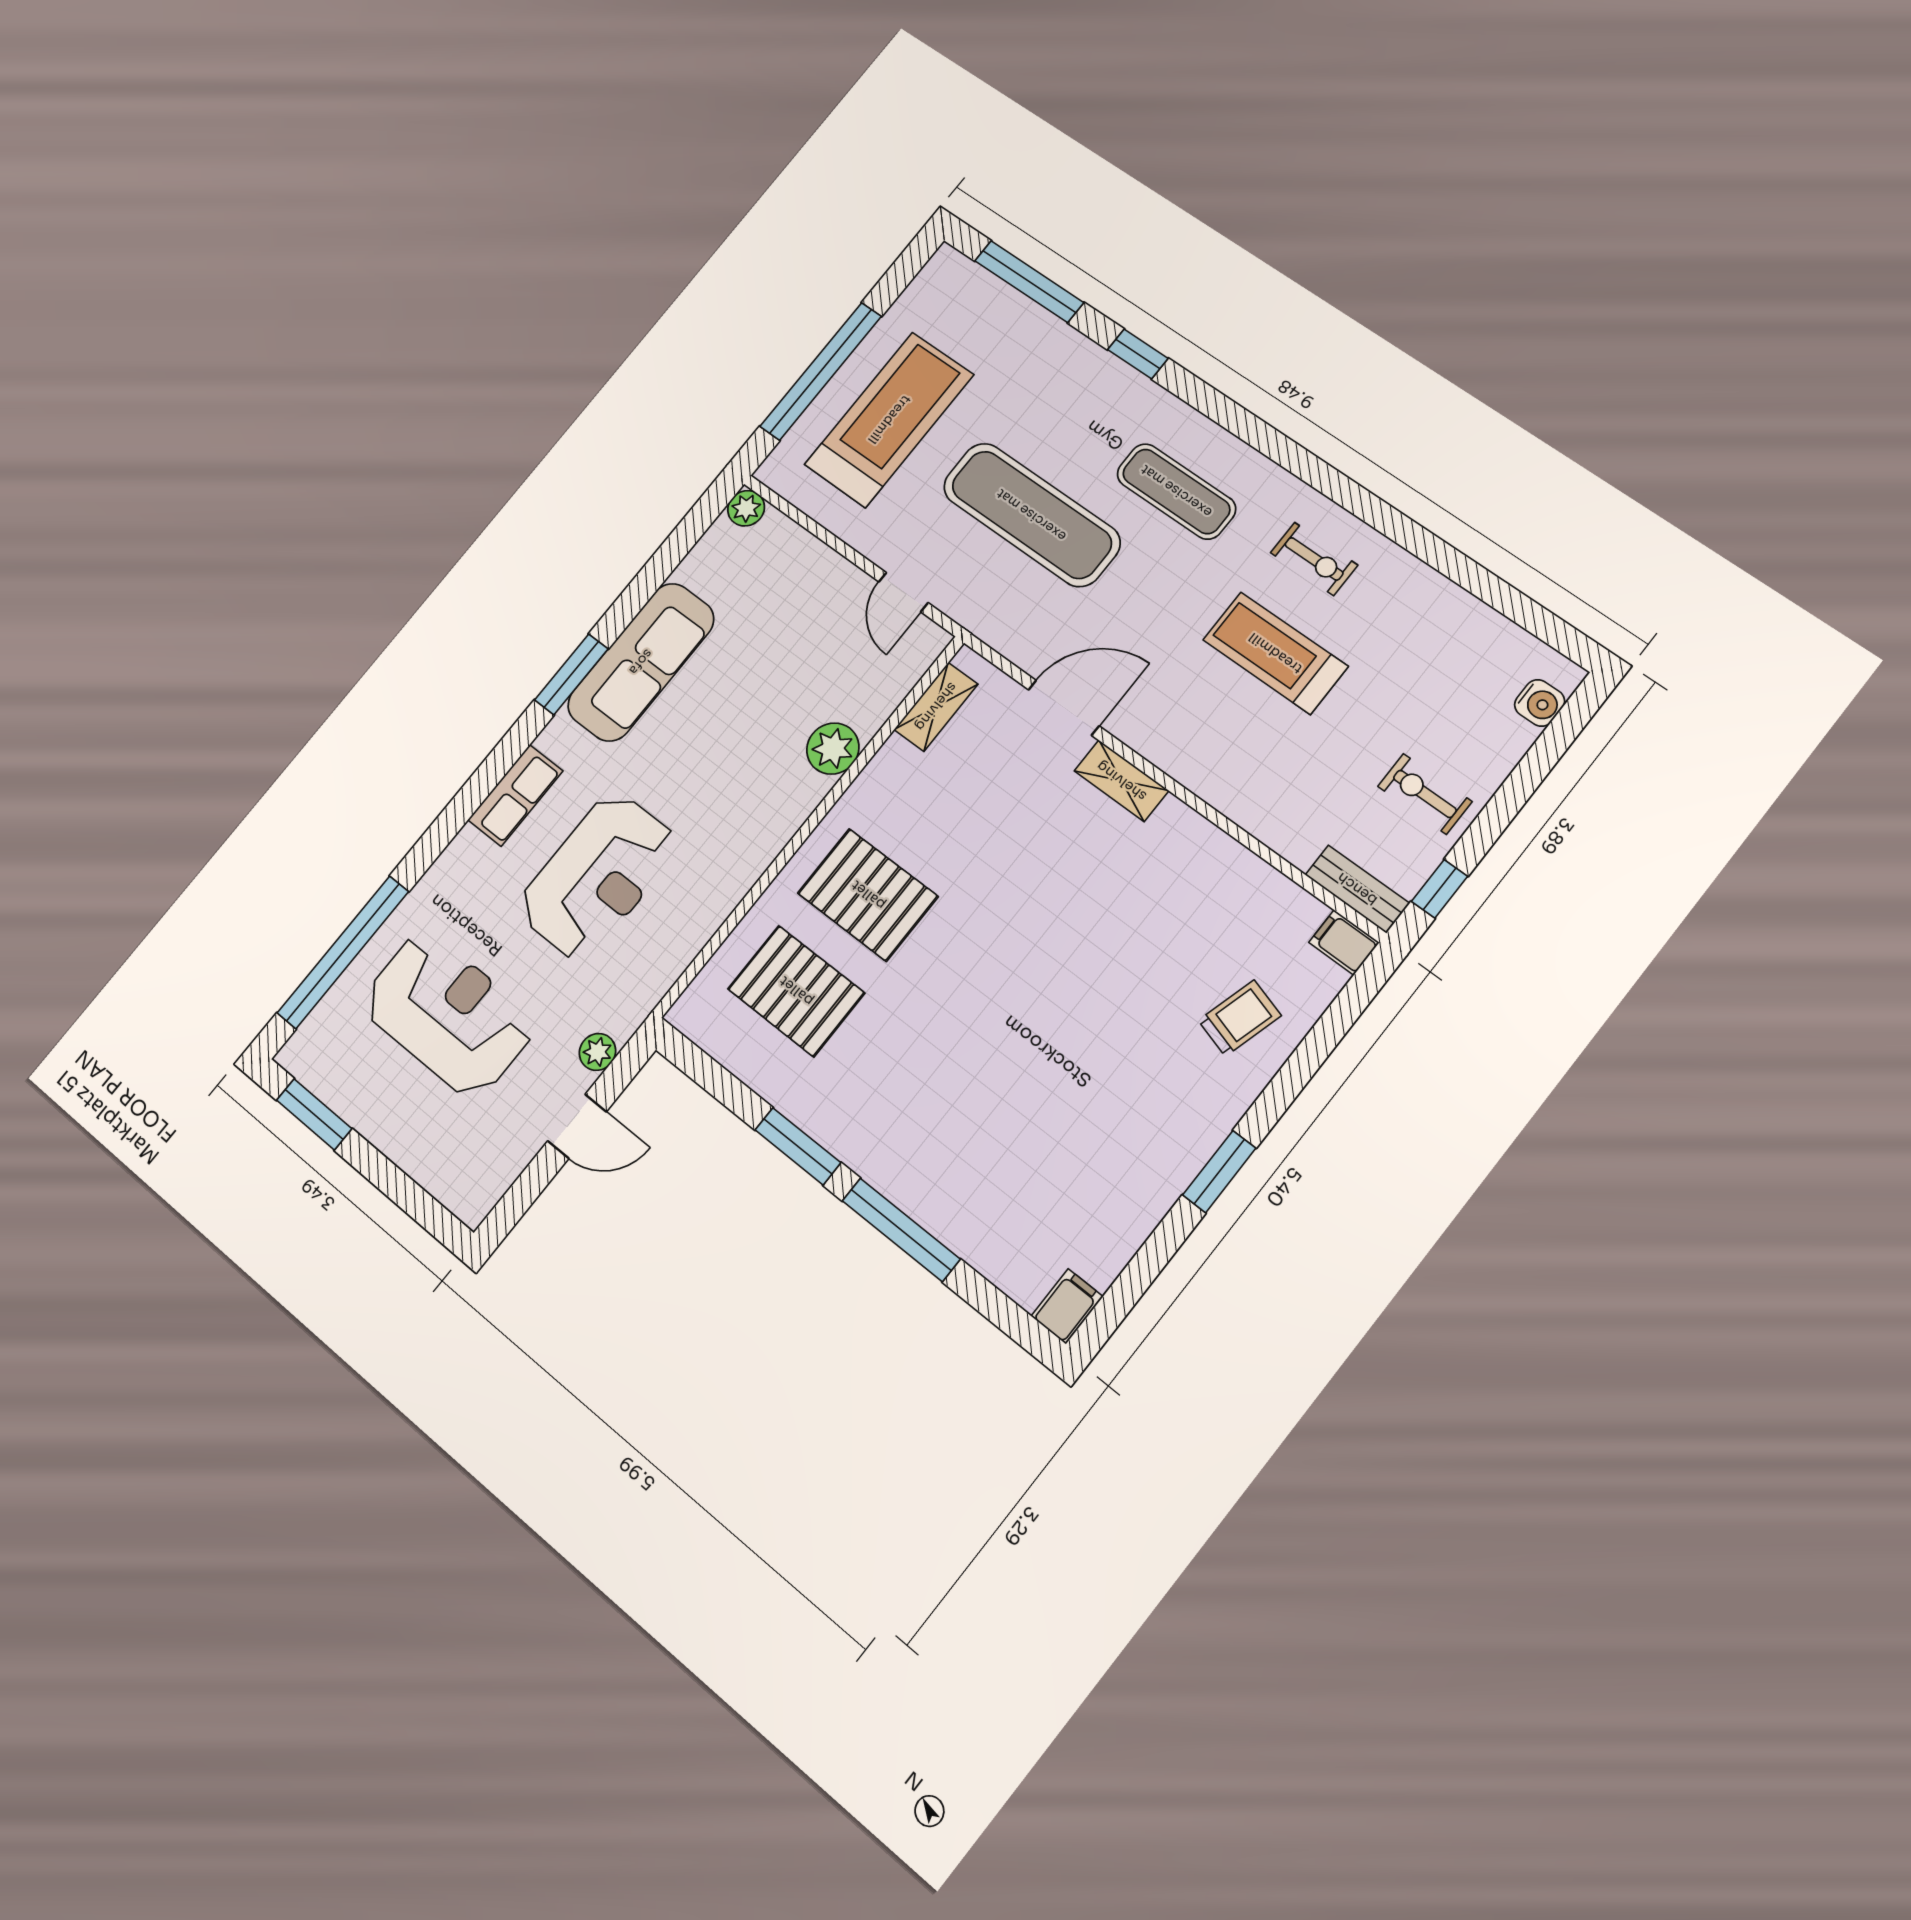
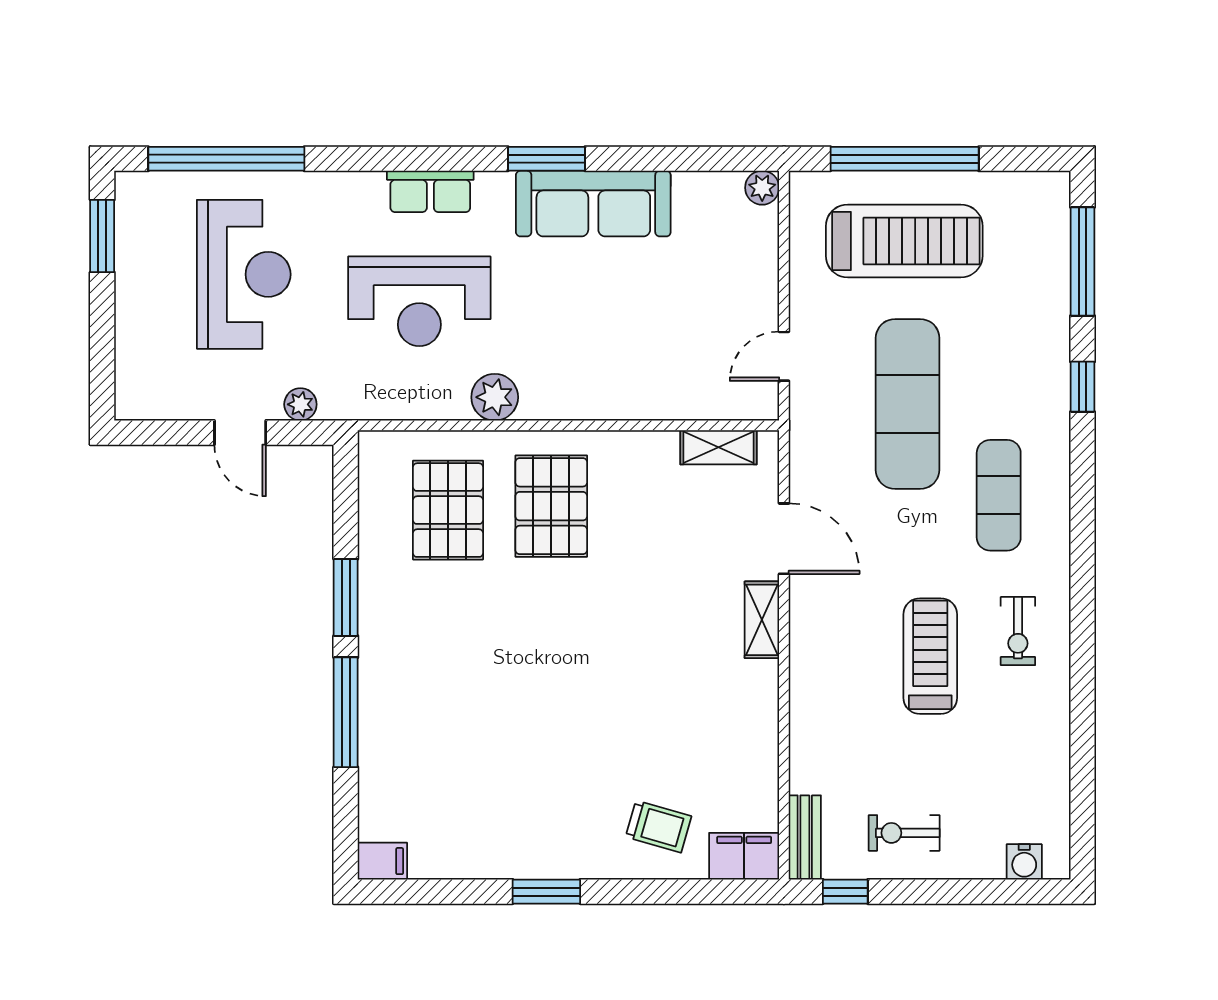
plant: (833, 749) -> (495, 397), moved
exercise bike: (1425, 794) -> (904, 833), turned -90
filing cabinet: (1344, 942) -> (744, 856), width x2.00

